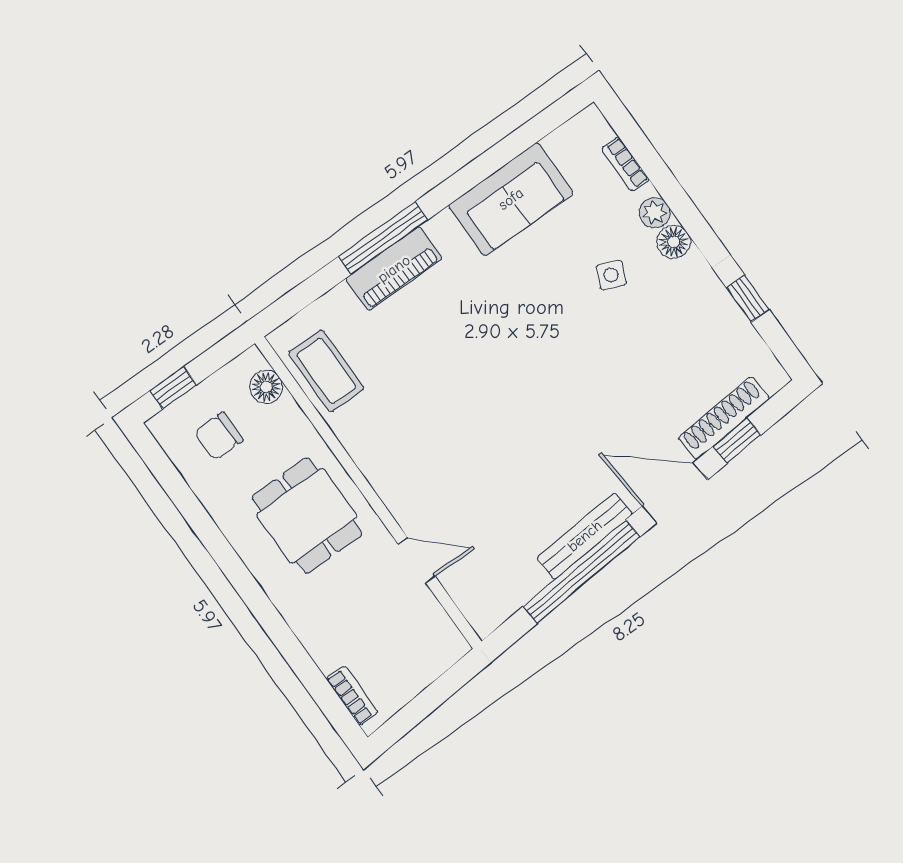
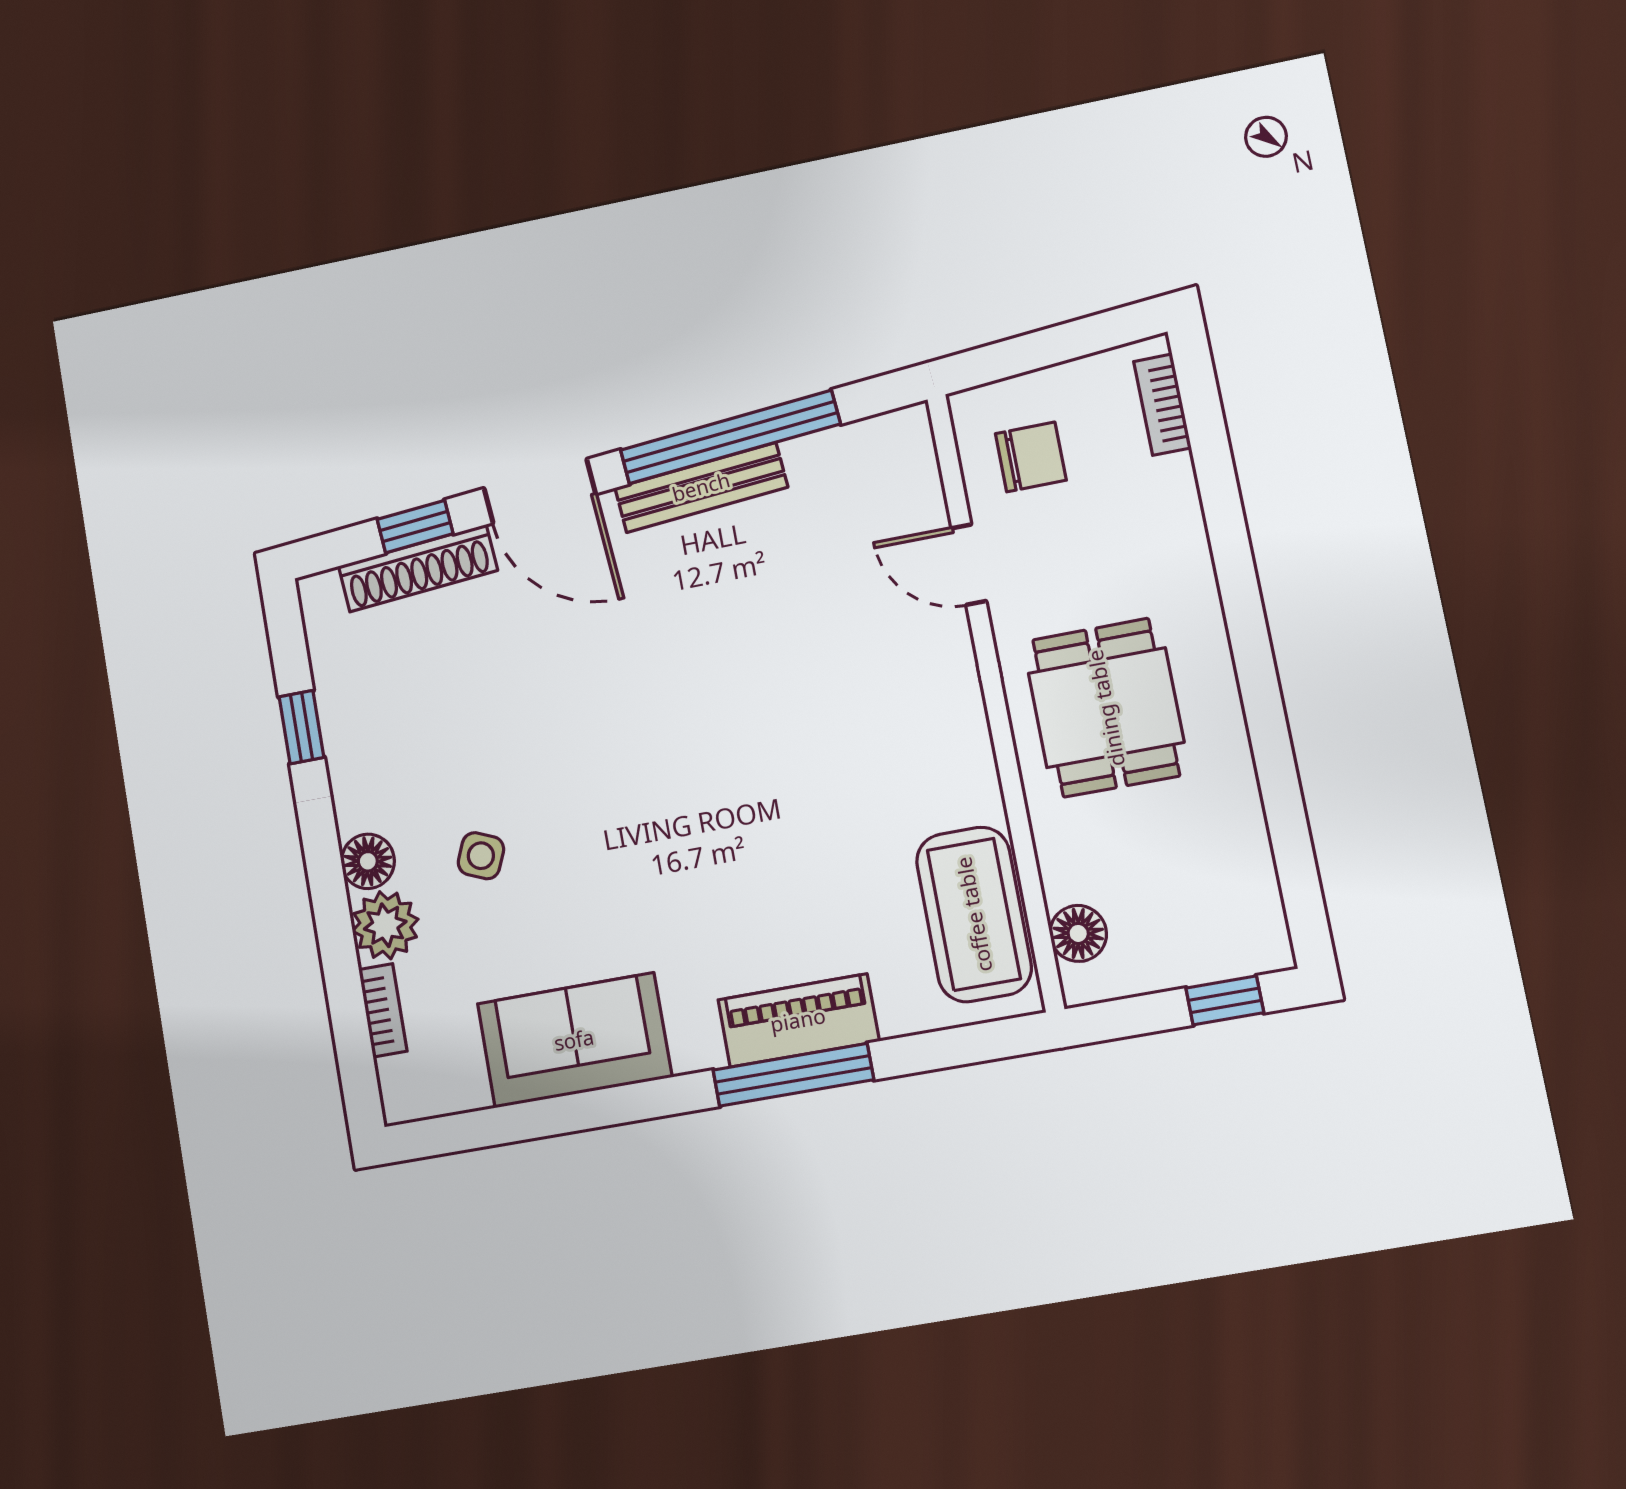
plant: (655, 213) -> (385, 925), width x1.38, depth x1.38
coffee table: (326, 371) -> (974, 914), width x1.36, depth x1.32
chair: (219, 436) -> (1031, 457), moved

